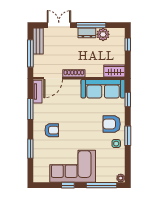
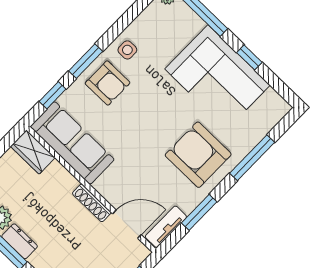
armchair: (52, 130) -> (198, 155), width x1.88, depth x1.88
window: (128, 136) -> (86, 61), moved
window: (30, 149) -> (252, 158), width x1.44

